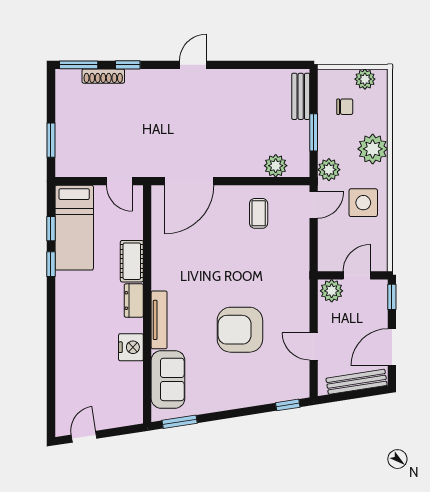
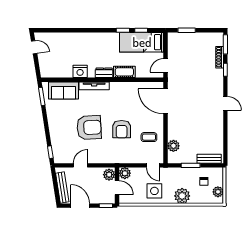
plant: (329, 170) -> (125, 173), moved
armchair: (243, 266) -> (122, 129), added
armchair: (240, 330) -> (89, 128), turned 87

